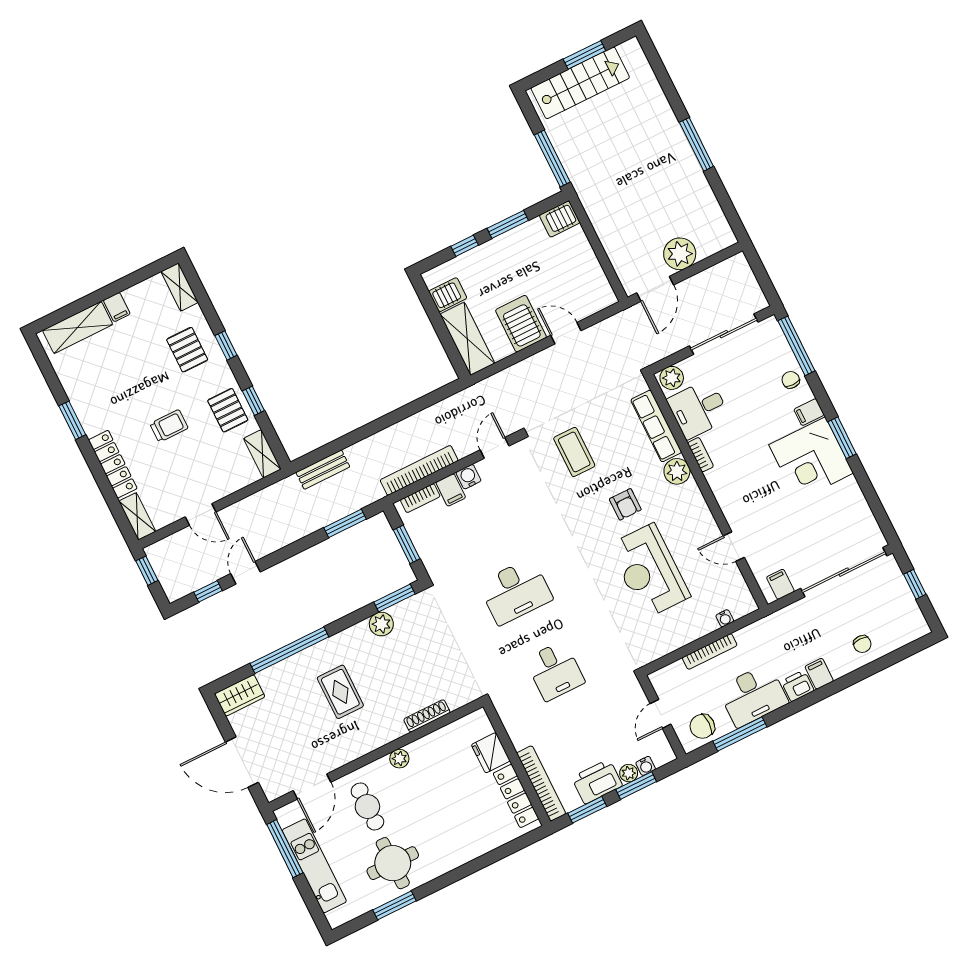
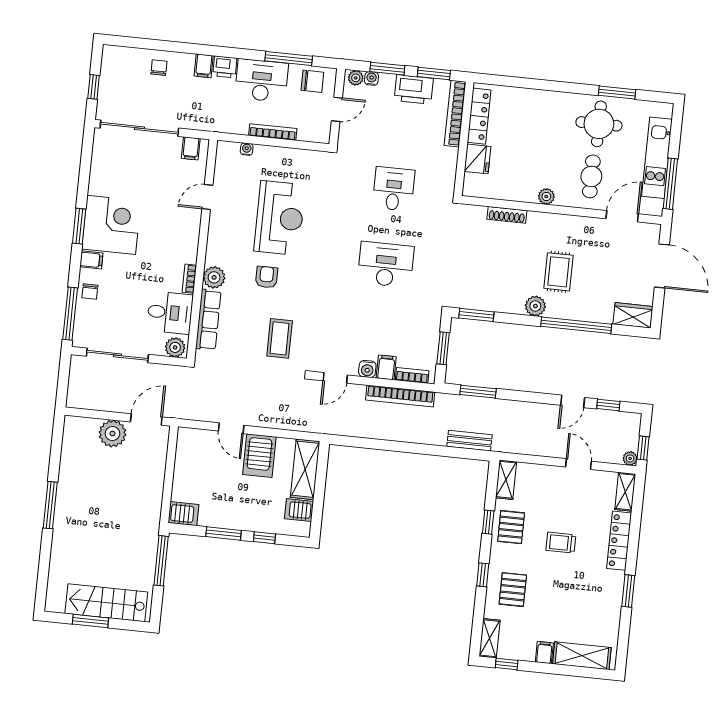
window: (147, 272) -> (507, 664), added
door: (734, 547) -> (207, 197), swing flipped
plant: (153, 552) -> (630, 458), added
plant: (381, 624) -> (535, 306), moved
plant: (629, 773) -> (356, 78), moved

